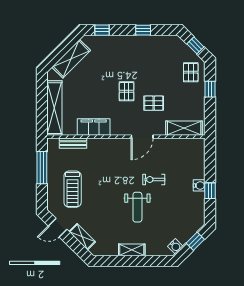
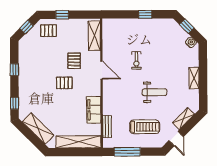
water cooler: (199, 185) -> (141, 23), removed
weight bench: (137, 207) -> (154, 92), moved

